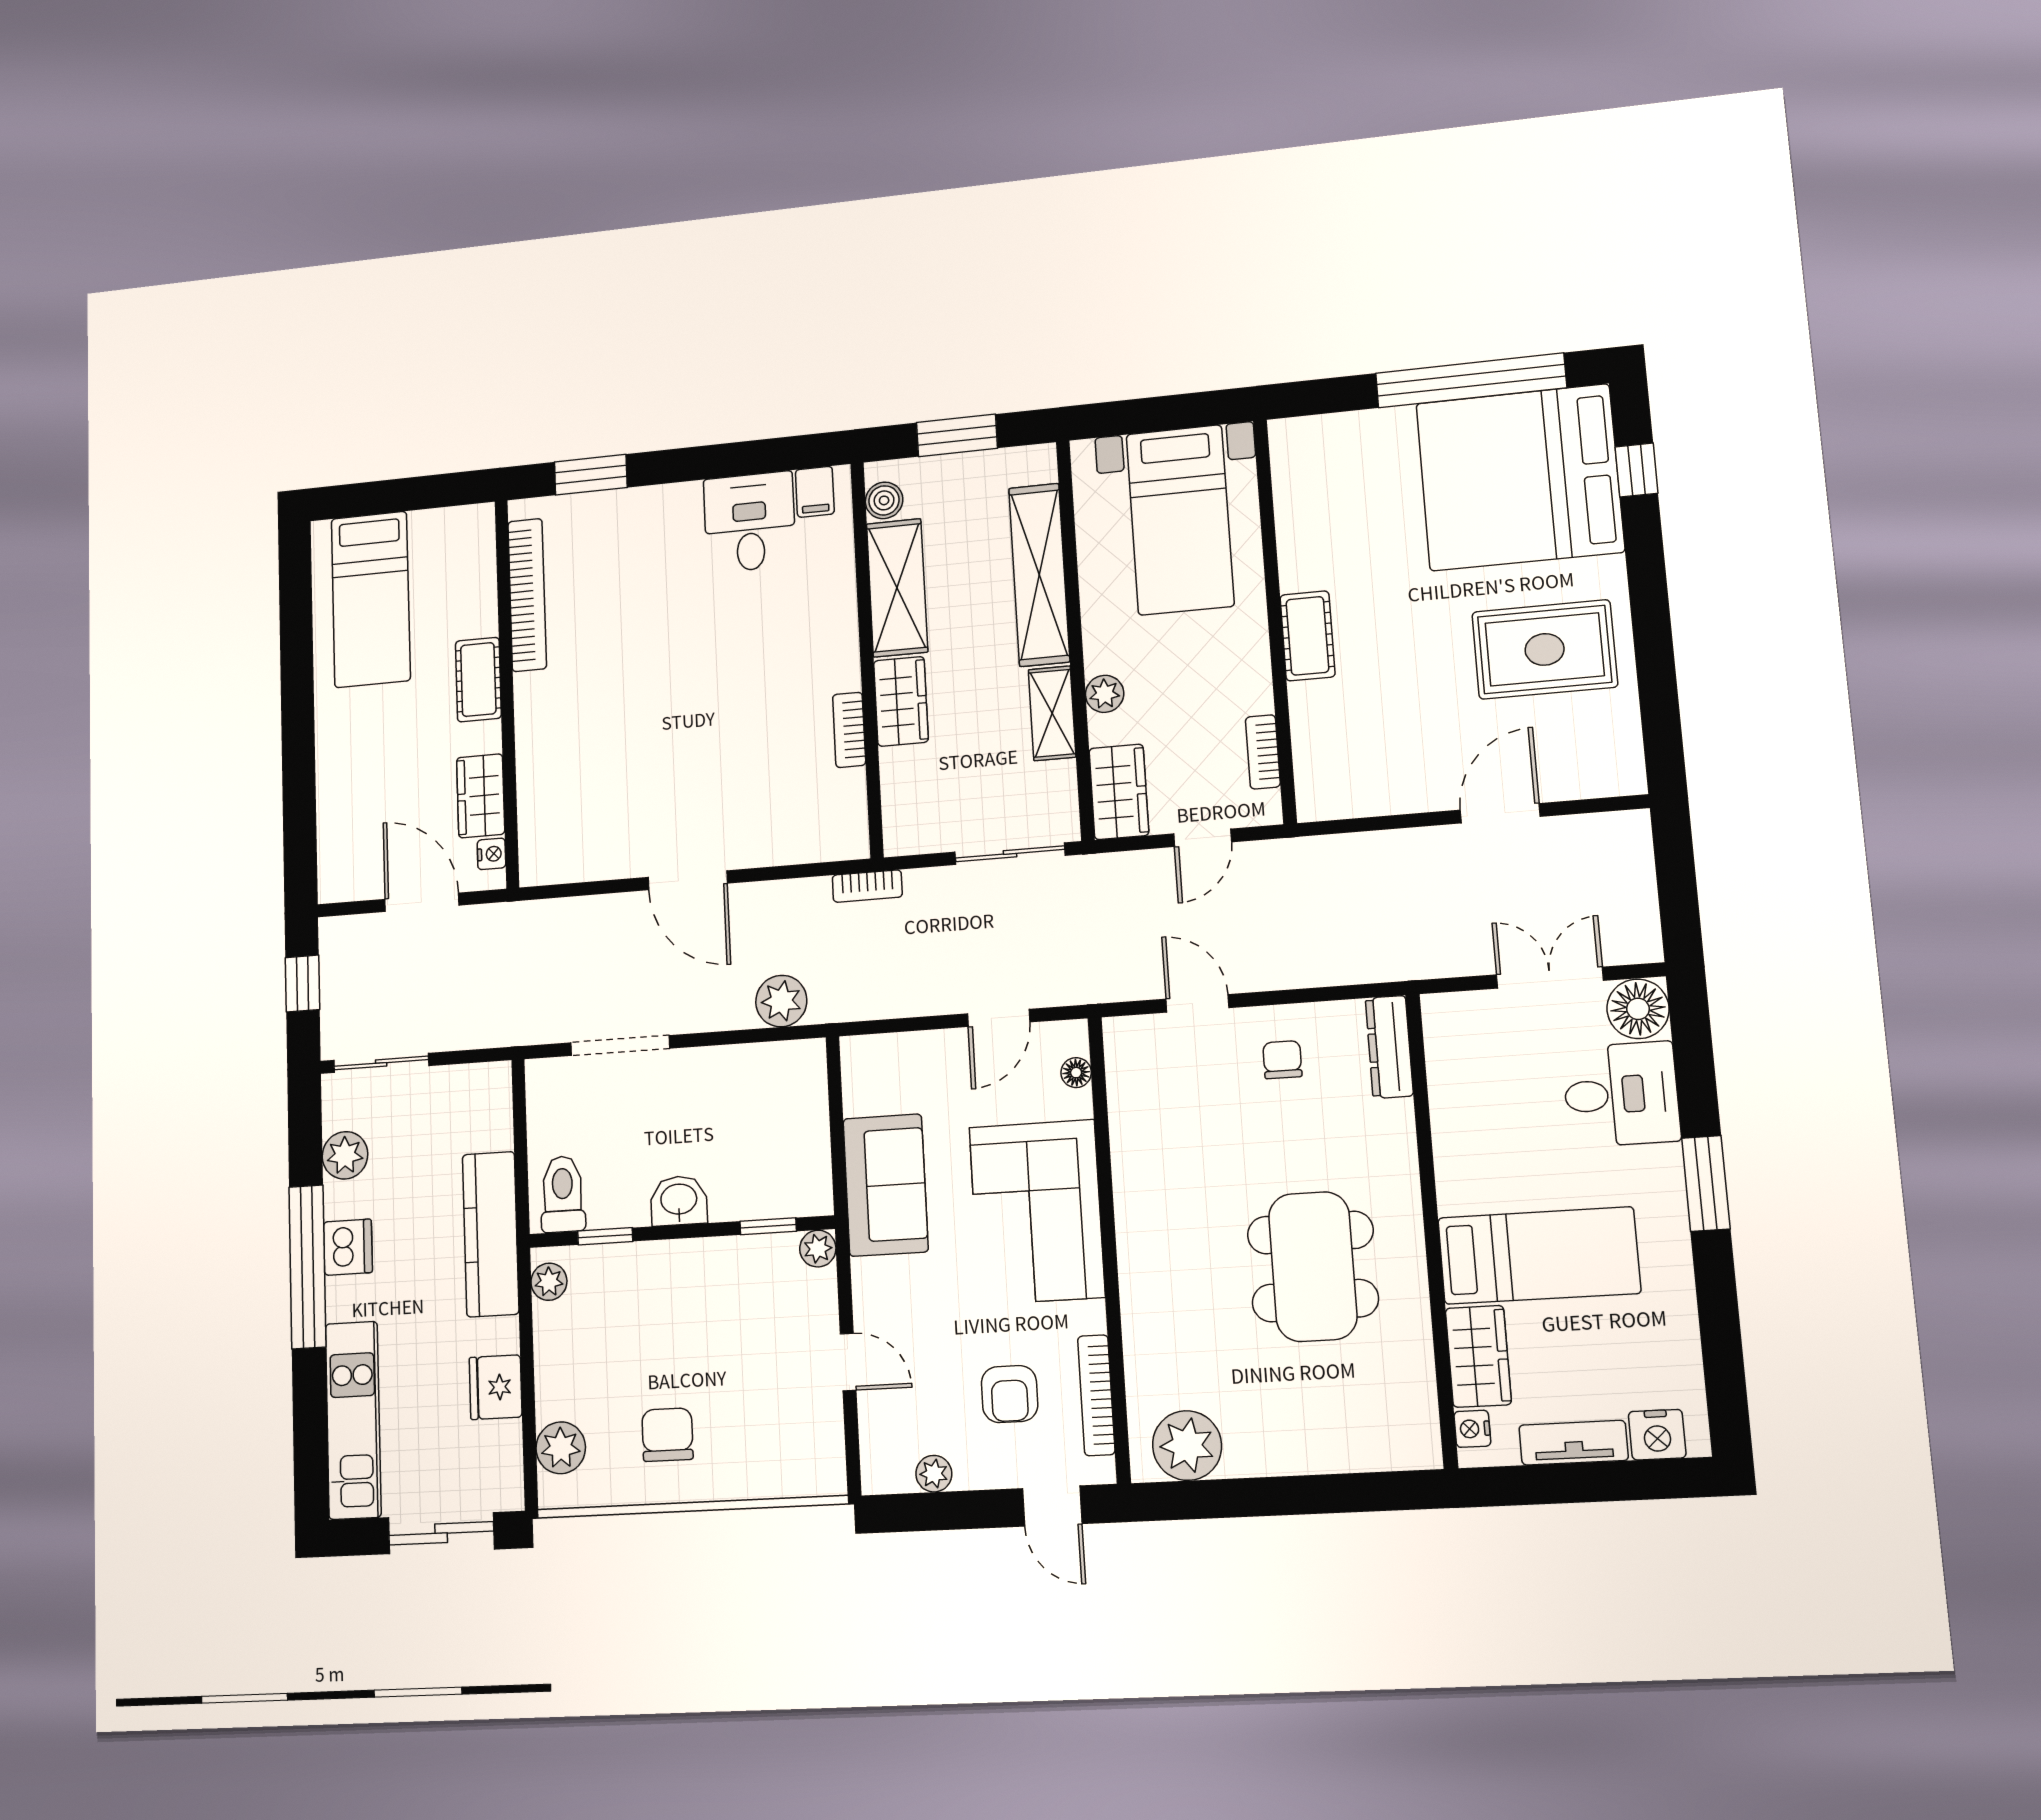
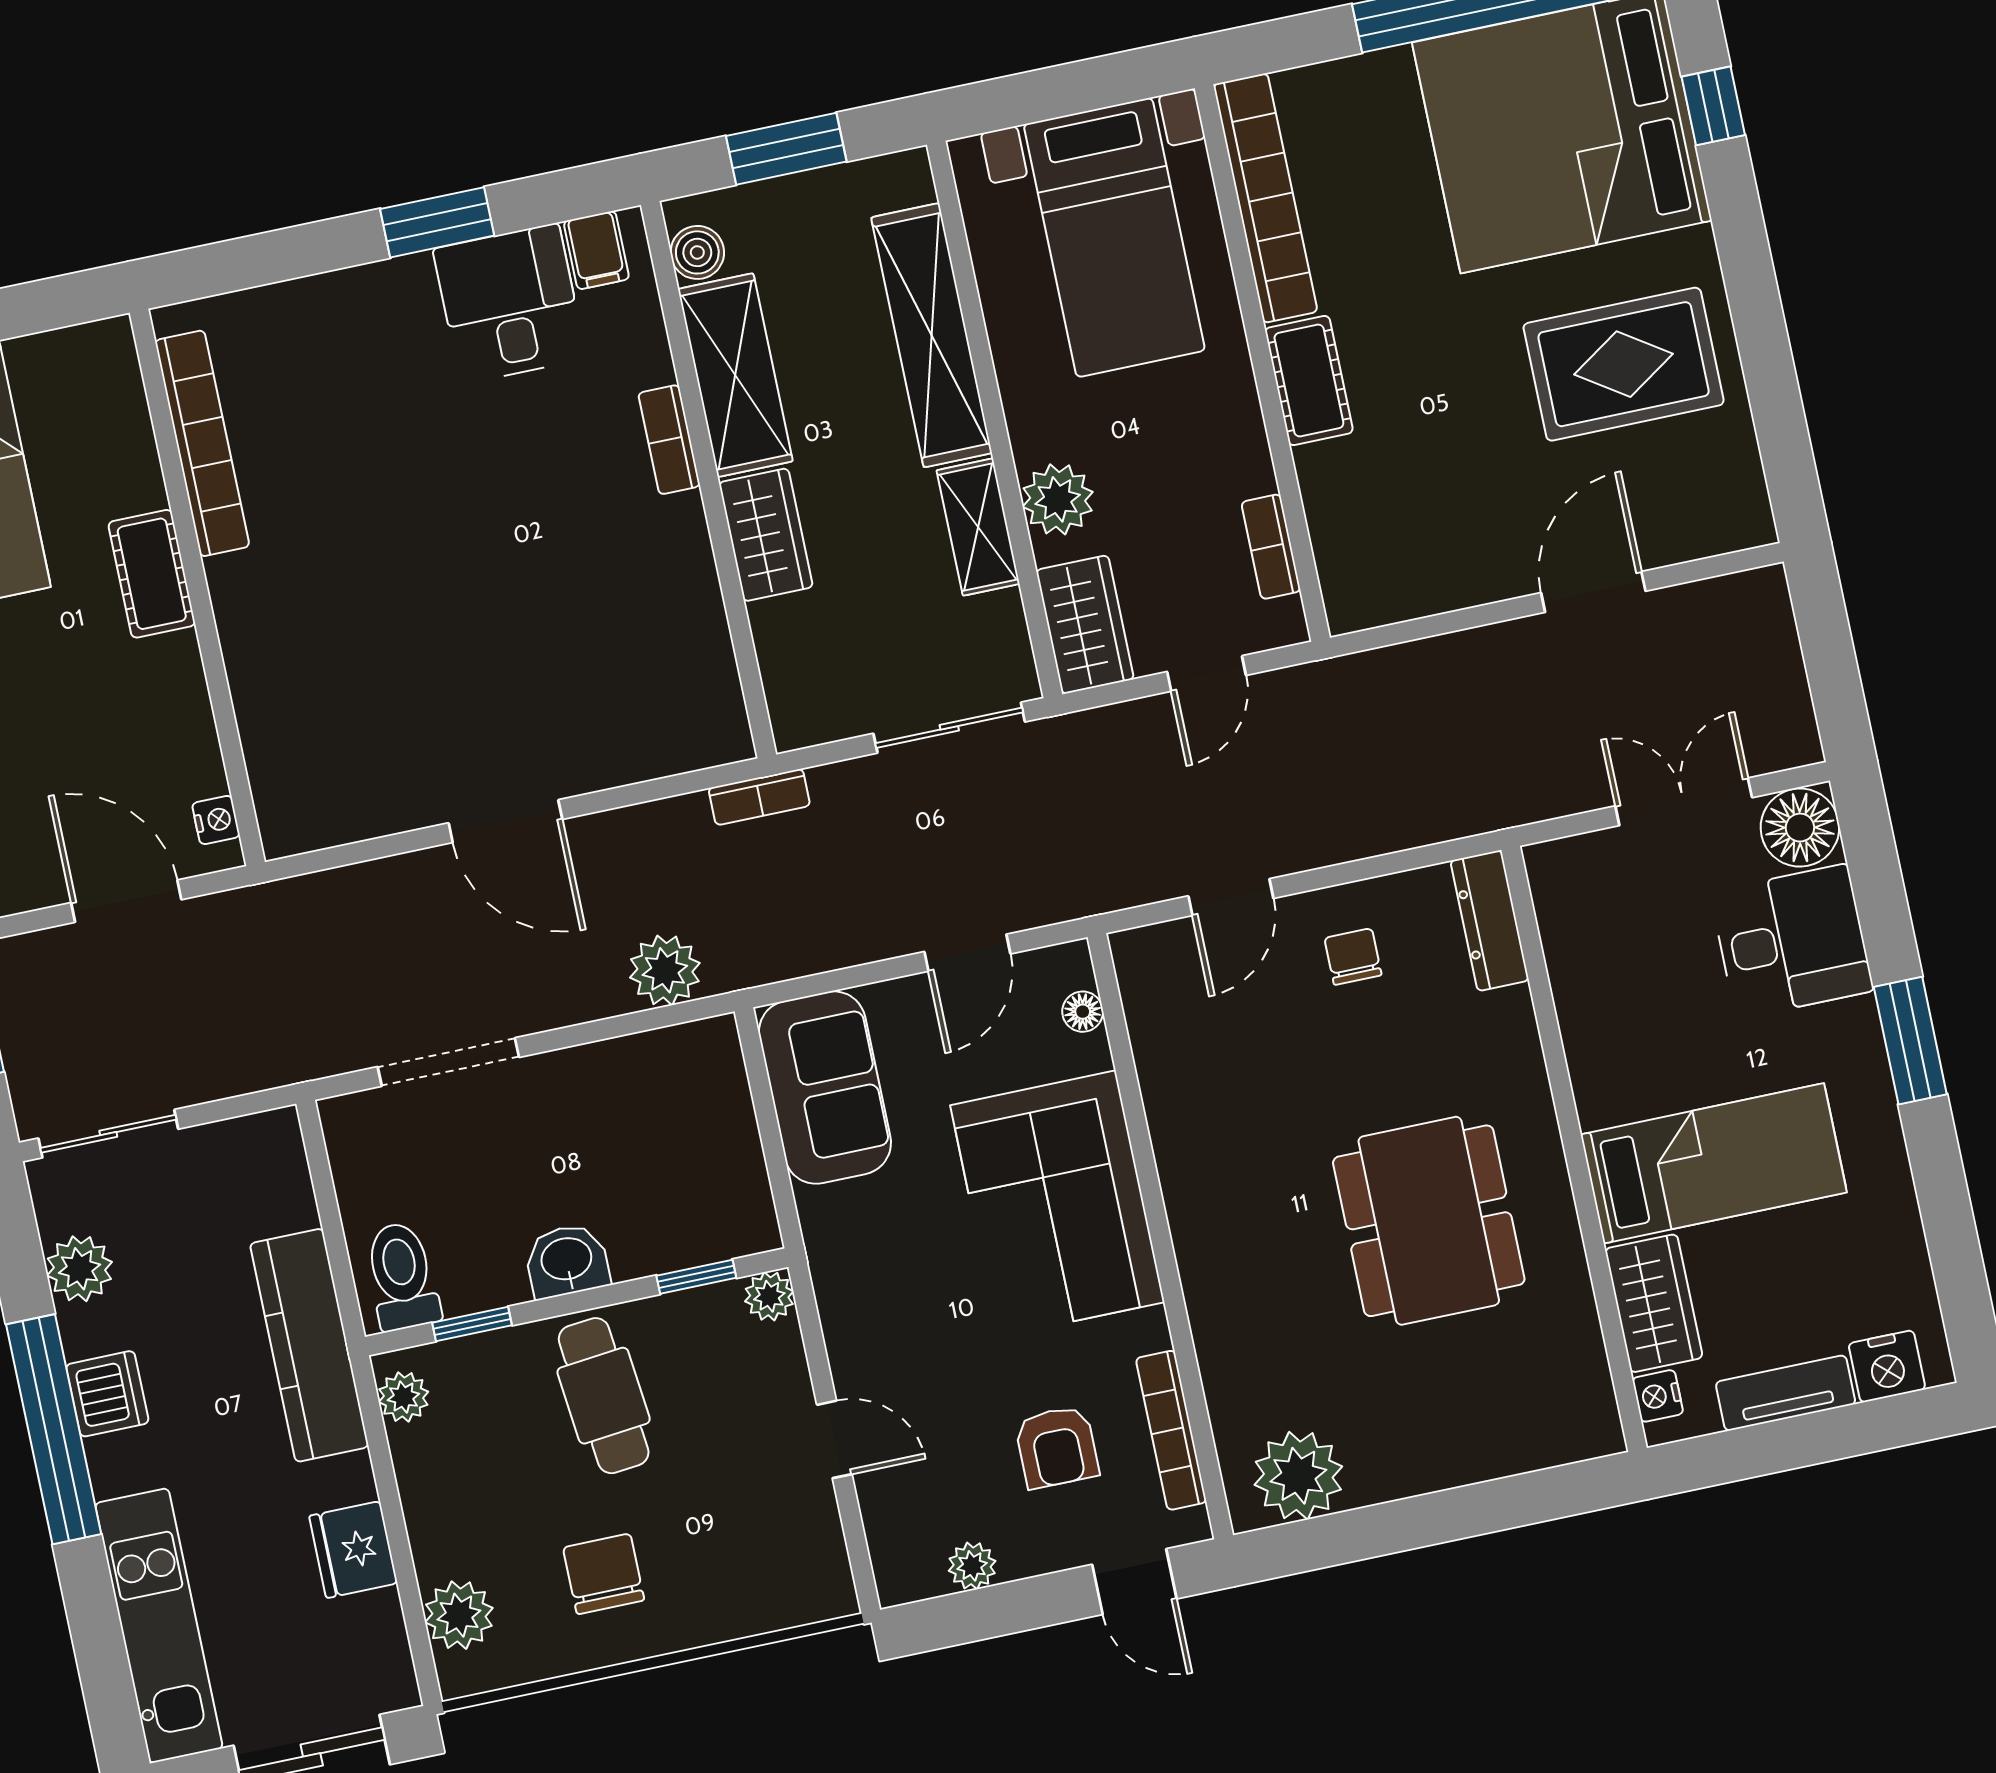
window: (591, 475) -> (437, 222), moved
bookcase: (1294, 503) -> (1265, 198), added
plant: (1105, 694) -> (1058, 499), width x1.38, depth x1.38
bookcase: (849, 730) -> (669, 440), moved
wardrobe: (481, 796) -> (185, 740), removed
door: (1197, 1003) -> (1231, 897), swing flipped
sofa: (886, 1185) -> (825, 1088), moved
cafe table: (689, 1303) -> (604, 1396), added

